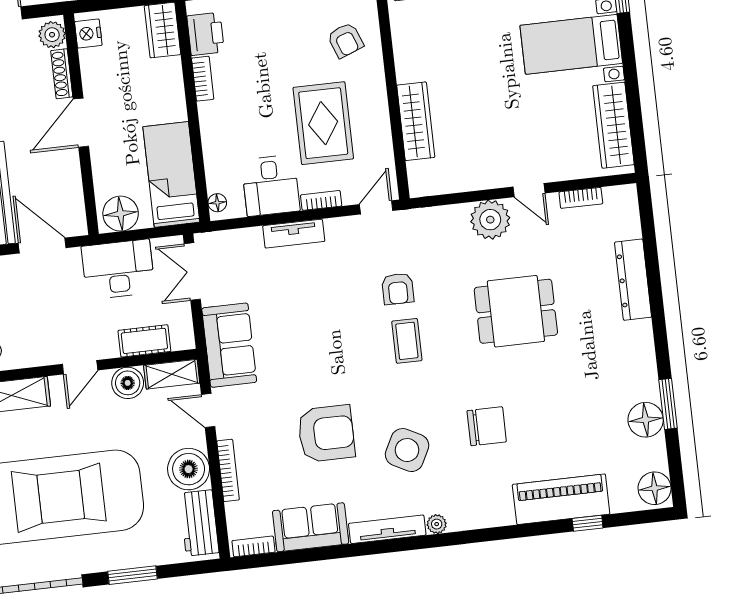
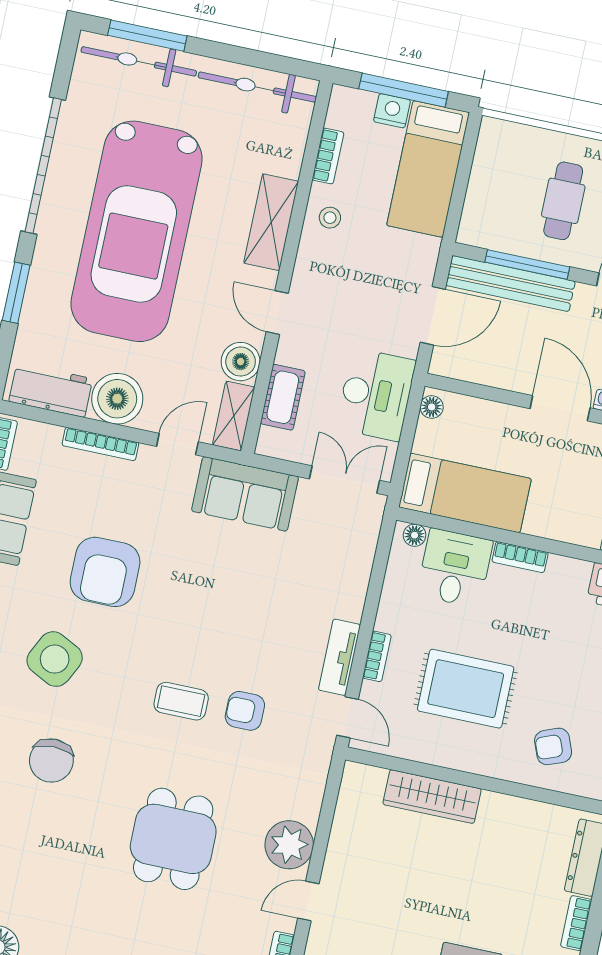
bookcase: (203, 79) -> (520, 557), moved
desk: (271, 185) -> (455, 568), moved, turned 90
floor lamp: (121, 214) -> (432, 407), width x0.53, depth x0.53
tv unit: (294, 234) -> (339, 657), moved

